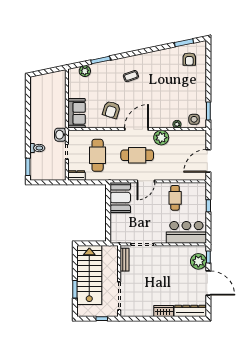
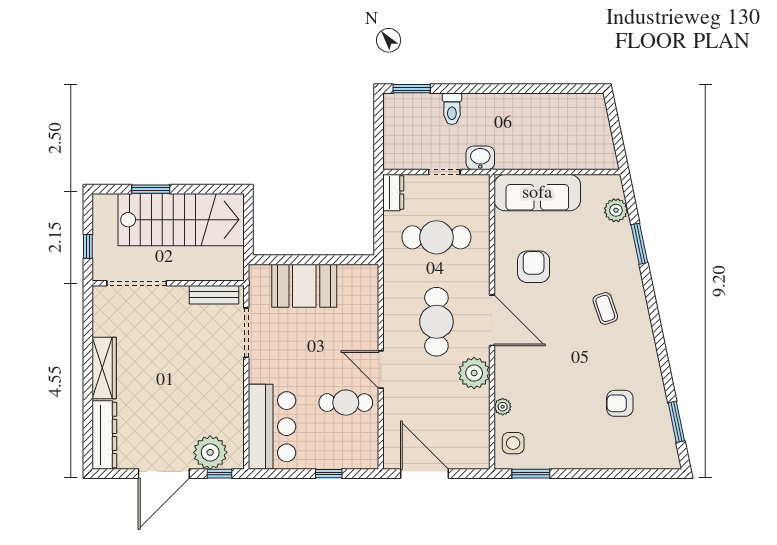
armchair: (189, 59) -> (620, 403), moved
armchair: (111, 110) -> (534, 267), turned 73
sofa: (77, 113) -> (537, 193), width x1.36
door: (146, 181) -> (381, 369), moved
booth: (120, 198) -> (304, 286), moved
wardrobe: (164, 311) -> (104, 368), width x1.50

